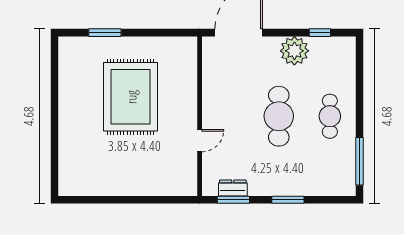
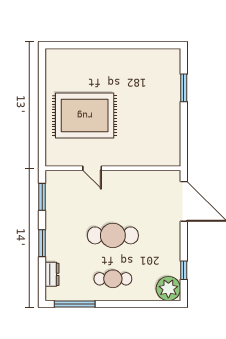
plant: (294, 51) -> (168, 289), moved
rug: (131, 97) -> (85, 116), moved
dresser: (233, 188) -> (52, 274), moved

